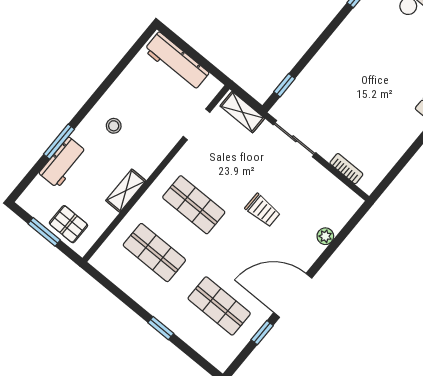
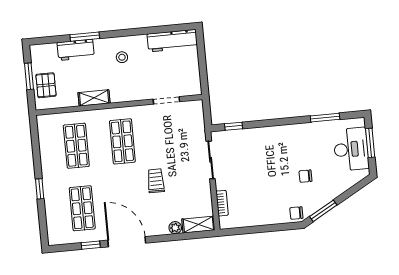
workbench: (177, 61) -> (172, 41), moved, turned -90
chair: (399, 64) -> (305, 176), added
shelving: (242, 112) -> (198, 225), moved, turned 90
trolley: (263, 210) -> (156, 181), turned 180

